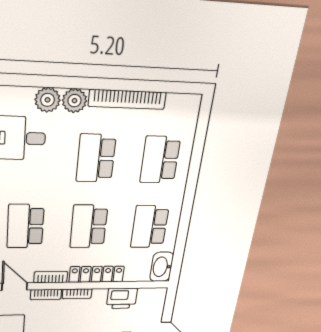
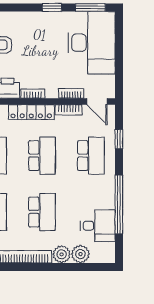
bookcase: (77, 294) -> (33, 94), moved

